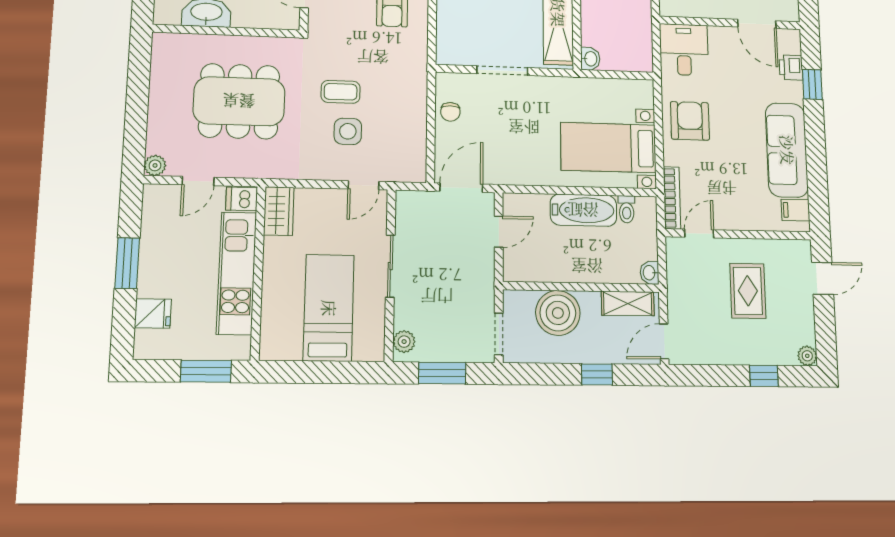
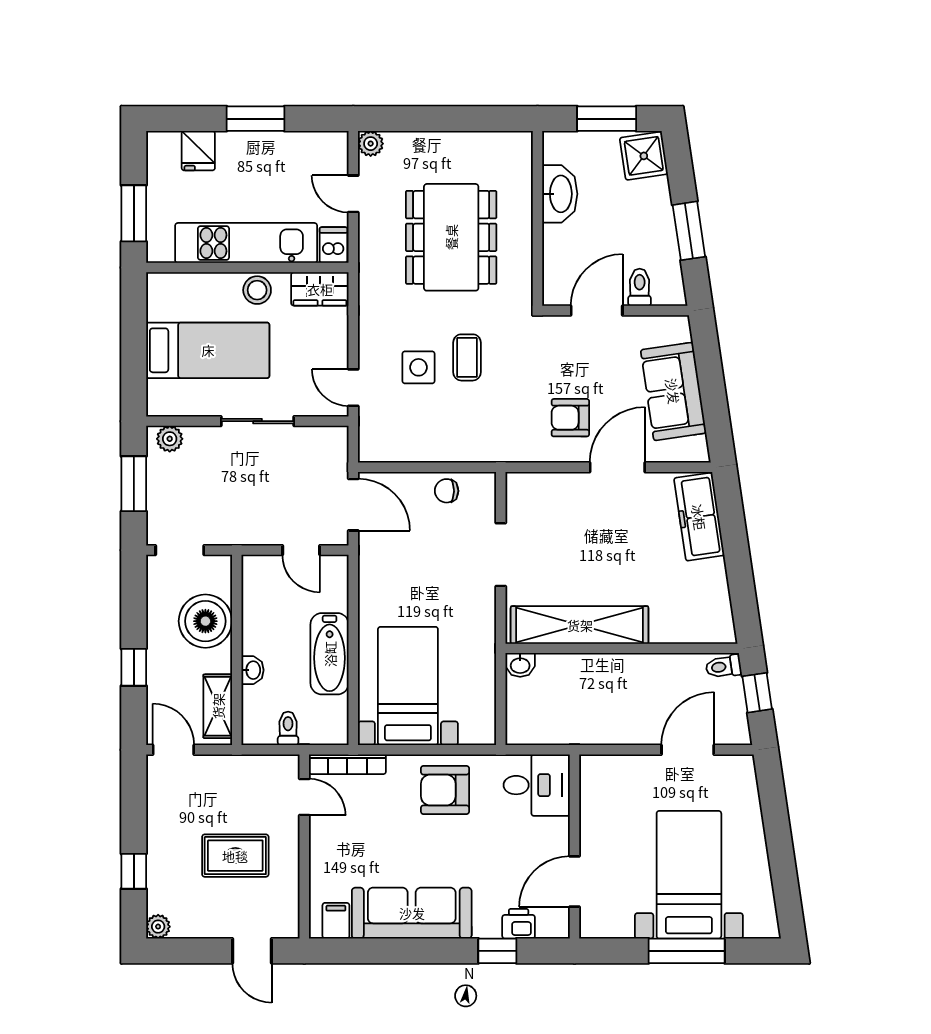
armchair: (690, 121) -> (445, 790), turned 180
toilet: (627, 209) -> (288, 728), moved, turned 90
stool: (278, 264) -> (257, 290), added
washbasin: (650, 273) -> (252, 670), moved, turned 90

